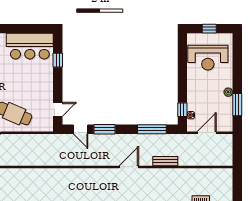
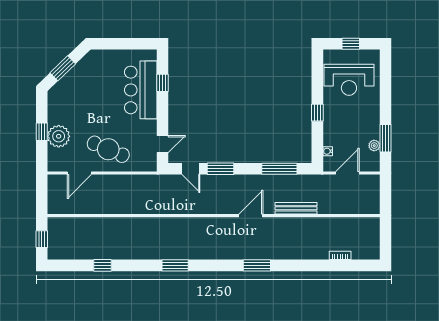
bar counter: (30, 46) -> (141, 90), moved, turned 90
plant: (228, 92) -> (374, 146), moved
window: (182, 110) -> (317, 113), moved
bench: (165, 161) -> (296, 208), width x1.36

